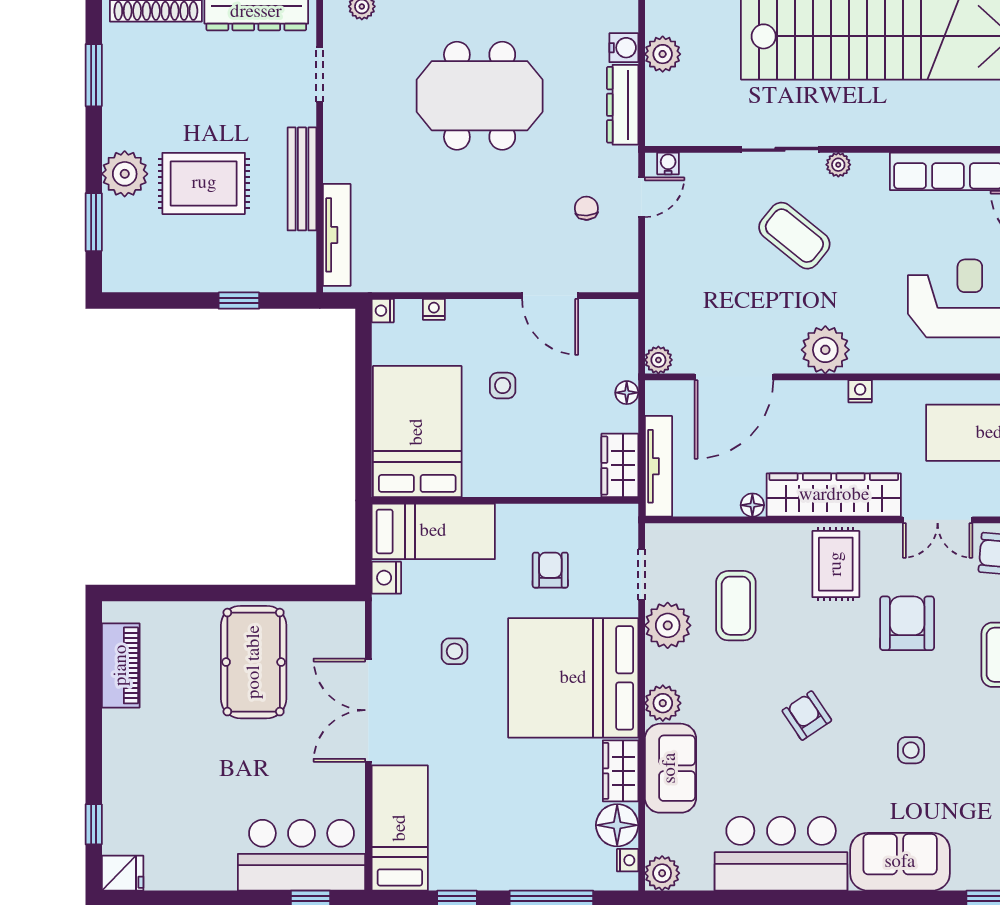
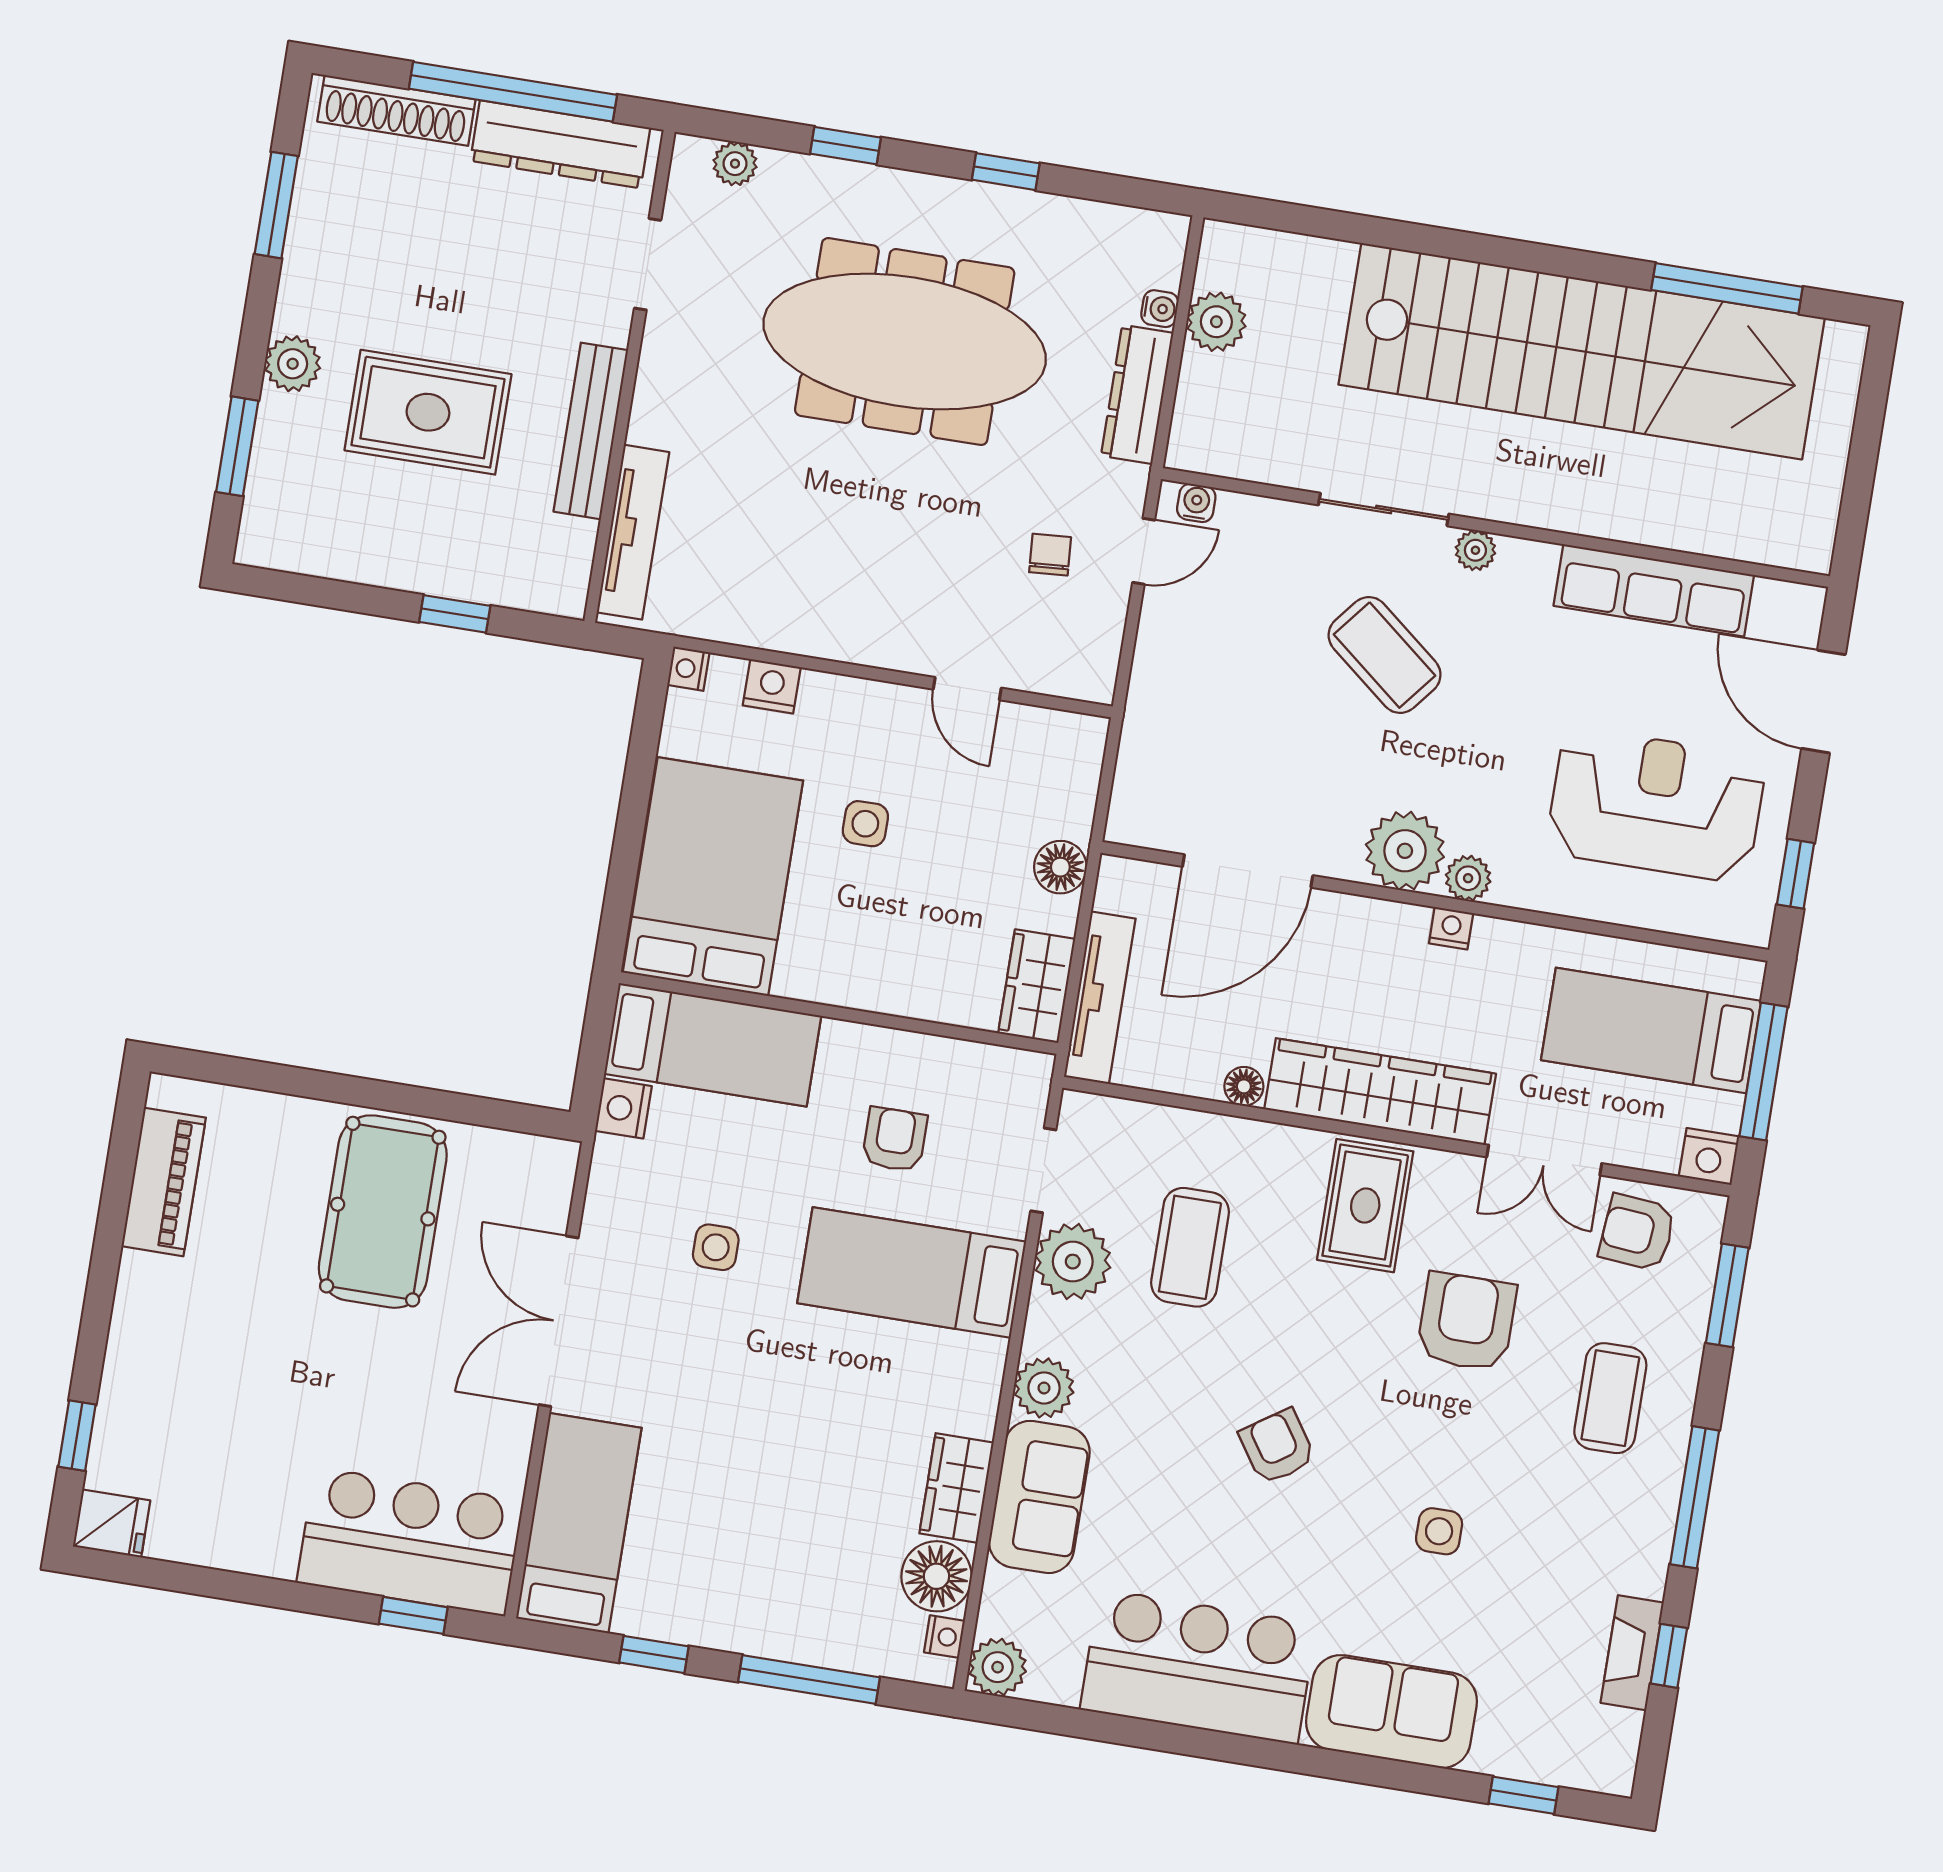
water cooler: (624, 48) -> (1160, 309), width x0.72, depth x0.72
meeting table: (480, 96) -> (905, 342), width x1.36
plant: (125, 174) -> (293, 364), width x0.73, depth x0.73
door: (550, 296) -> (967, 689), width x0.73
nightstand: (434, 309) -> (772, 686), width x1.39, depth x1.35
plant: (658, 360) -> (1468, 878), moved
floor lamp: (627, 393) -> (1060, 867), width x1.37, depth x1.37
bed: (573, 678) -> (912, 1272), width x0.49

